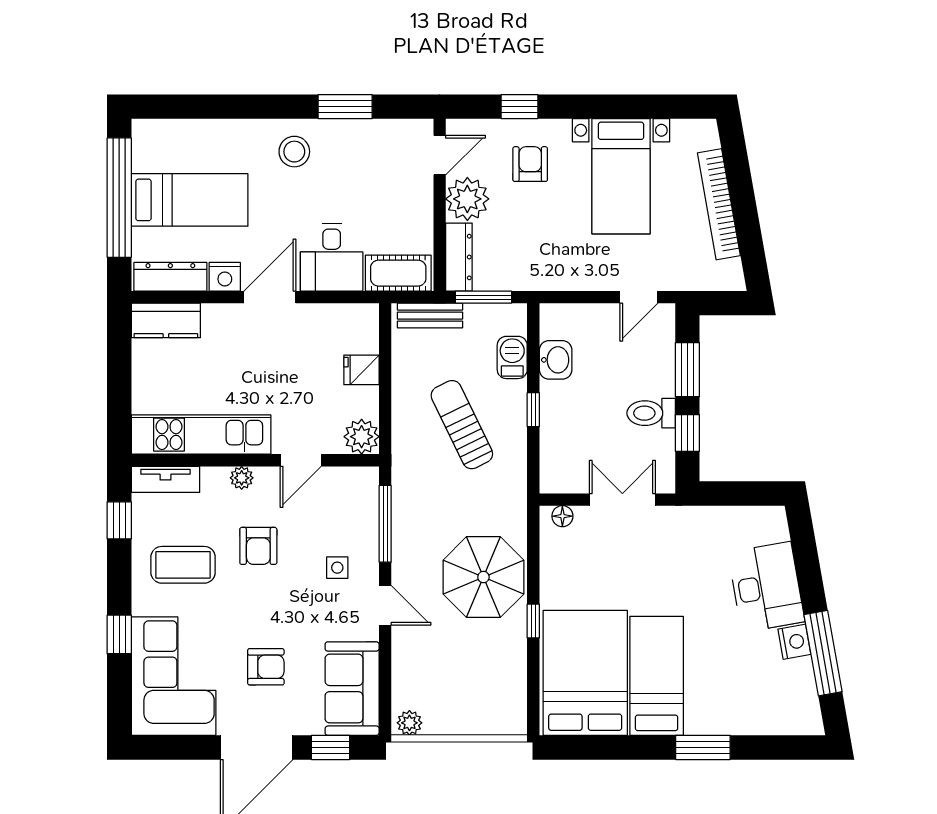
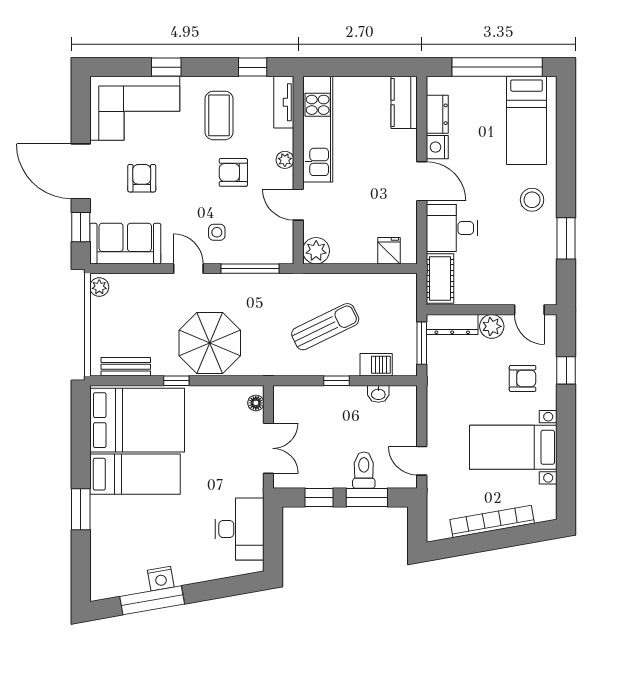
plant: (467, 199) -> (492, 326), width x0.73, depth x0.73
bed: (190, 200) -> (527, 120), moved
dresser: (170, 277) -> (437, 114), width x0.70
bench: (430, 316) -> (126, 367), moved, turned 90
washbasin: (556, 360) -> (378, 394), width x0.72, depth x0.69
fridge: (361, 370) -> (389, 251), moved
toilet: (651, 413) -> (364, 470), moved
desk: (766, 587) -> (239, 529), moved, turned -80
door: (385, 605) -> (188, 269), swing flipped
armchair: (266, 667) -> (142, 178), turned 180

